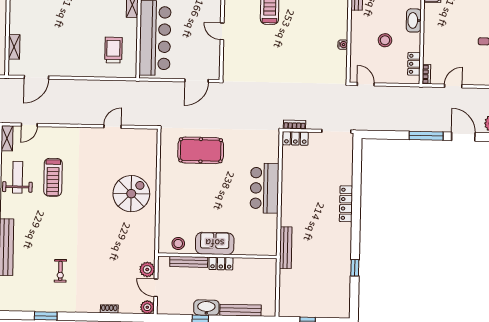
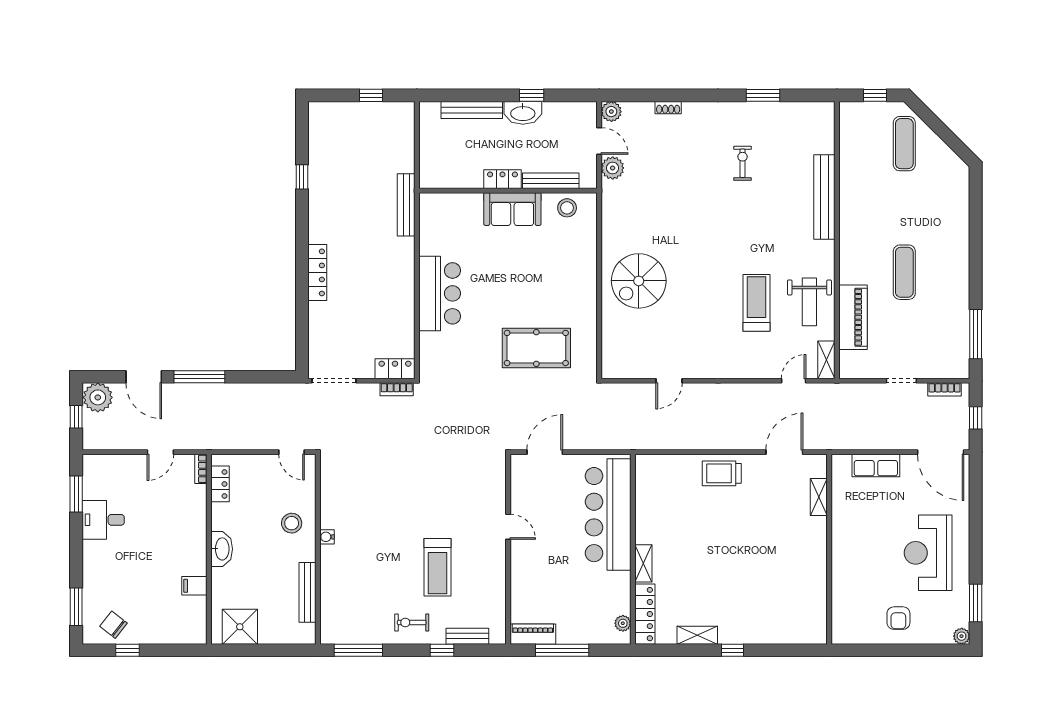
stool: (385, 40) -> (292, 523), moved
water cooler: (343, 45) -> (327, 537), moved
trolley: (113, 50) -> (722, 473), moved, turned 90

